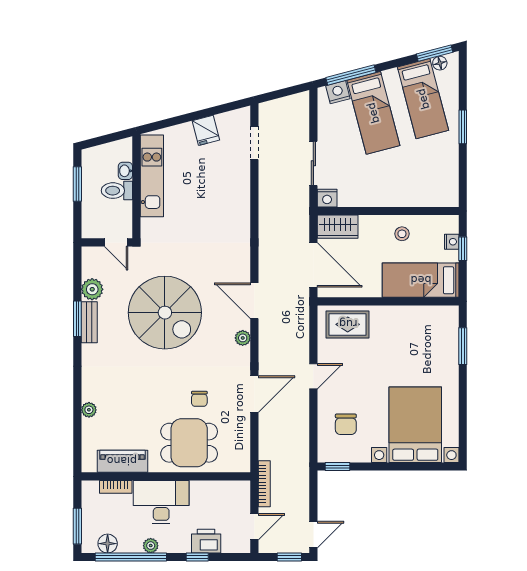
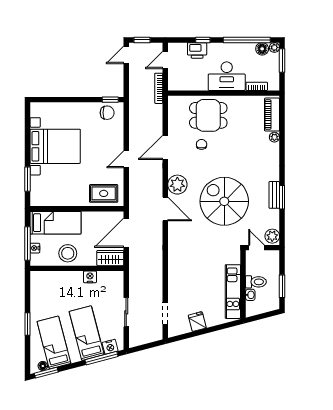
sliding door: (313, 163) -> (126, 312), moved
nightstand: (327, 198) -> (90, 277), moved
stool: (402, 234) -> (68, 253), width x1.89, depth x1.89
window: (463, 249) -> (28, 243), width x2.17
door: (313, 265) -> (126, 233), hinge flipped
plant: (92, 289) -> (272, 236), moved
plant: (243, 338) -> (177, 185), width x1.87, depth x1.87
chair: (346, 424) -> (107, 113), moved, turned 90
bed with nightstands: (415, 425) -> (55, 146), moved, turned -90
piano: (122, 461) -> (272, 115), moved, turned 90
plant: (151, 546) -> (274, 47), moved

